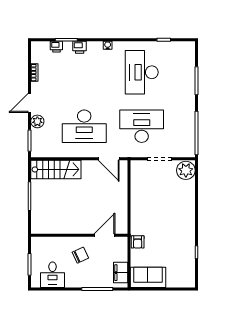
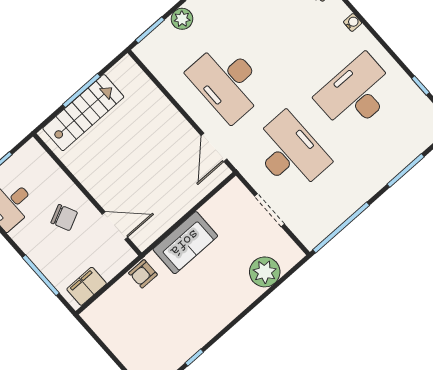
stairs: (56, 169) -> (83, 113), moved, turned -90
plant: (186, 170) -> (265, 272), moved
sofa: (148, 277) -> (185, 243), moved, turned 90

